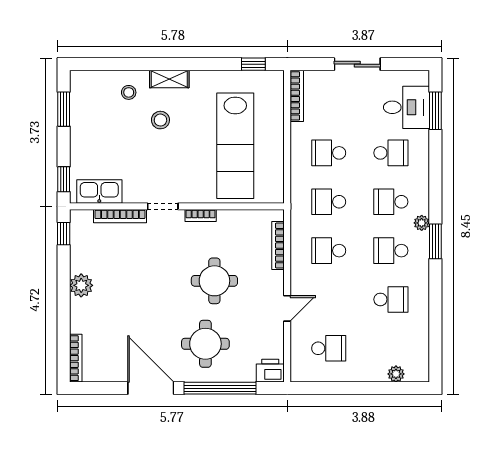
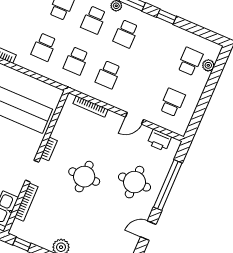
round table: (214, 281) -> (84, 177), moved
window: (435, 293) -> (166, 17), added
school desk: (391, 299) -> (190, 61), moved
door: (287, 308) -> (134, 118), swing flipped
printer: (270, 371) -> (159, 140), moved, turned -90
door: (151, 388) -> (148, 231), width x0.53

